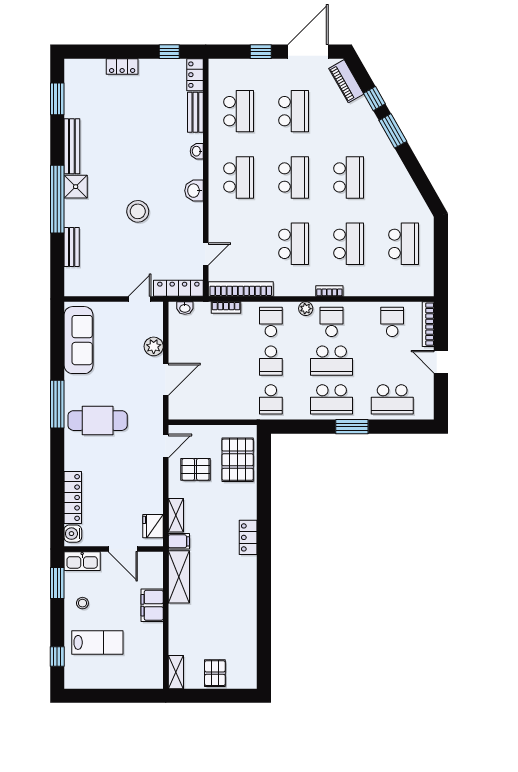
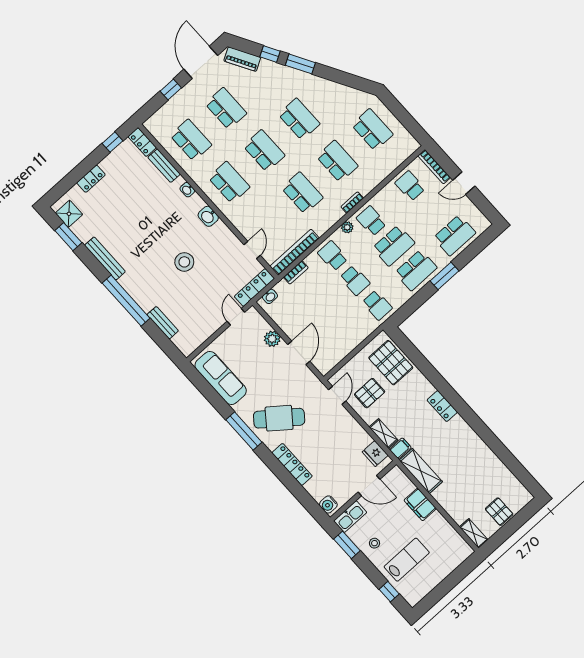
shower: (76, 187) -> (69, 214), moved
cafe table: (98, 421) -> (279, 418), turned 38
locker: (73, 497) -> (292, 464), moved

